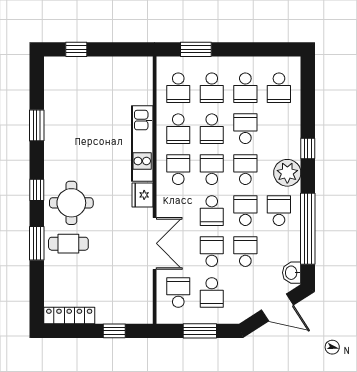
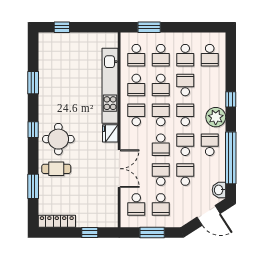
kitchen unit: (142, 144) -> (110, 86), width x1.36
window: (37, 243) -> (33, 186), moved
school desk: (178, 293) -> (136, 204), turned 180

